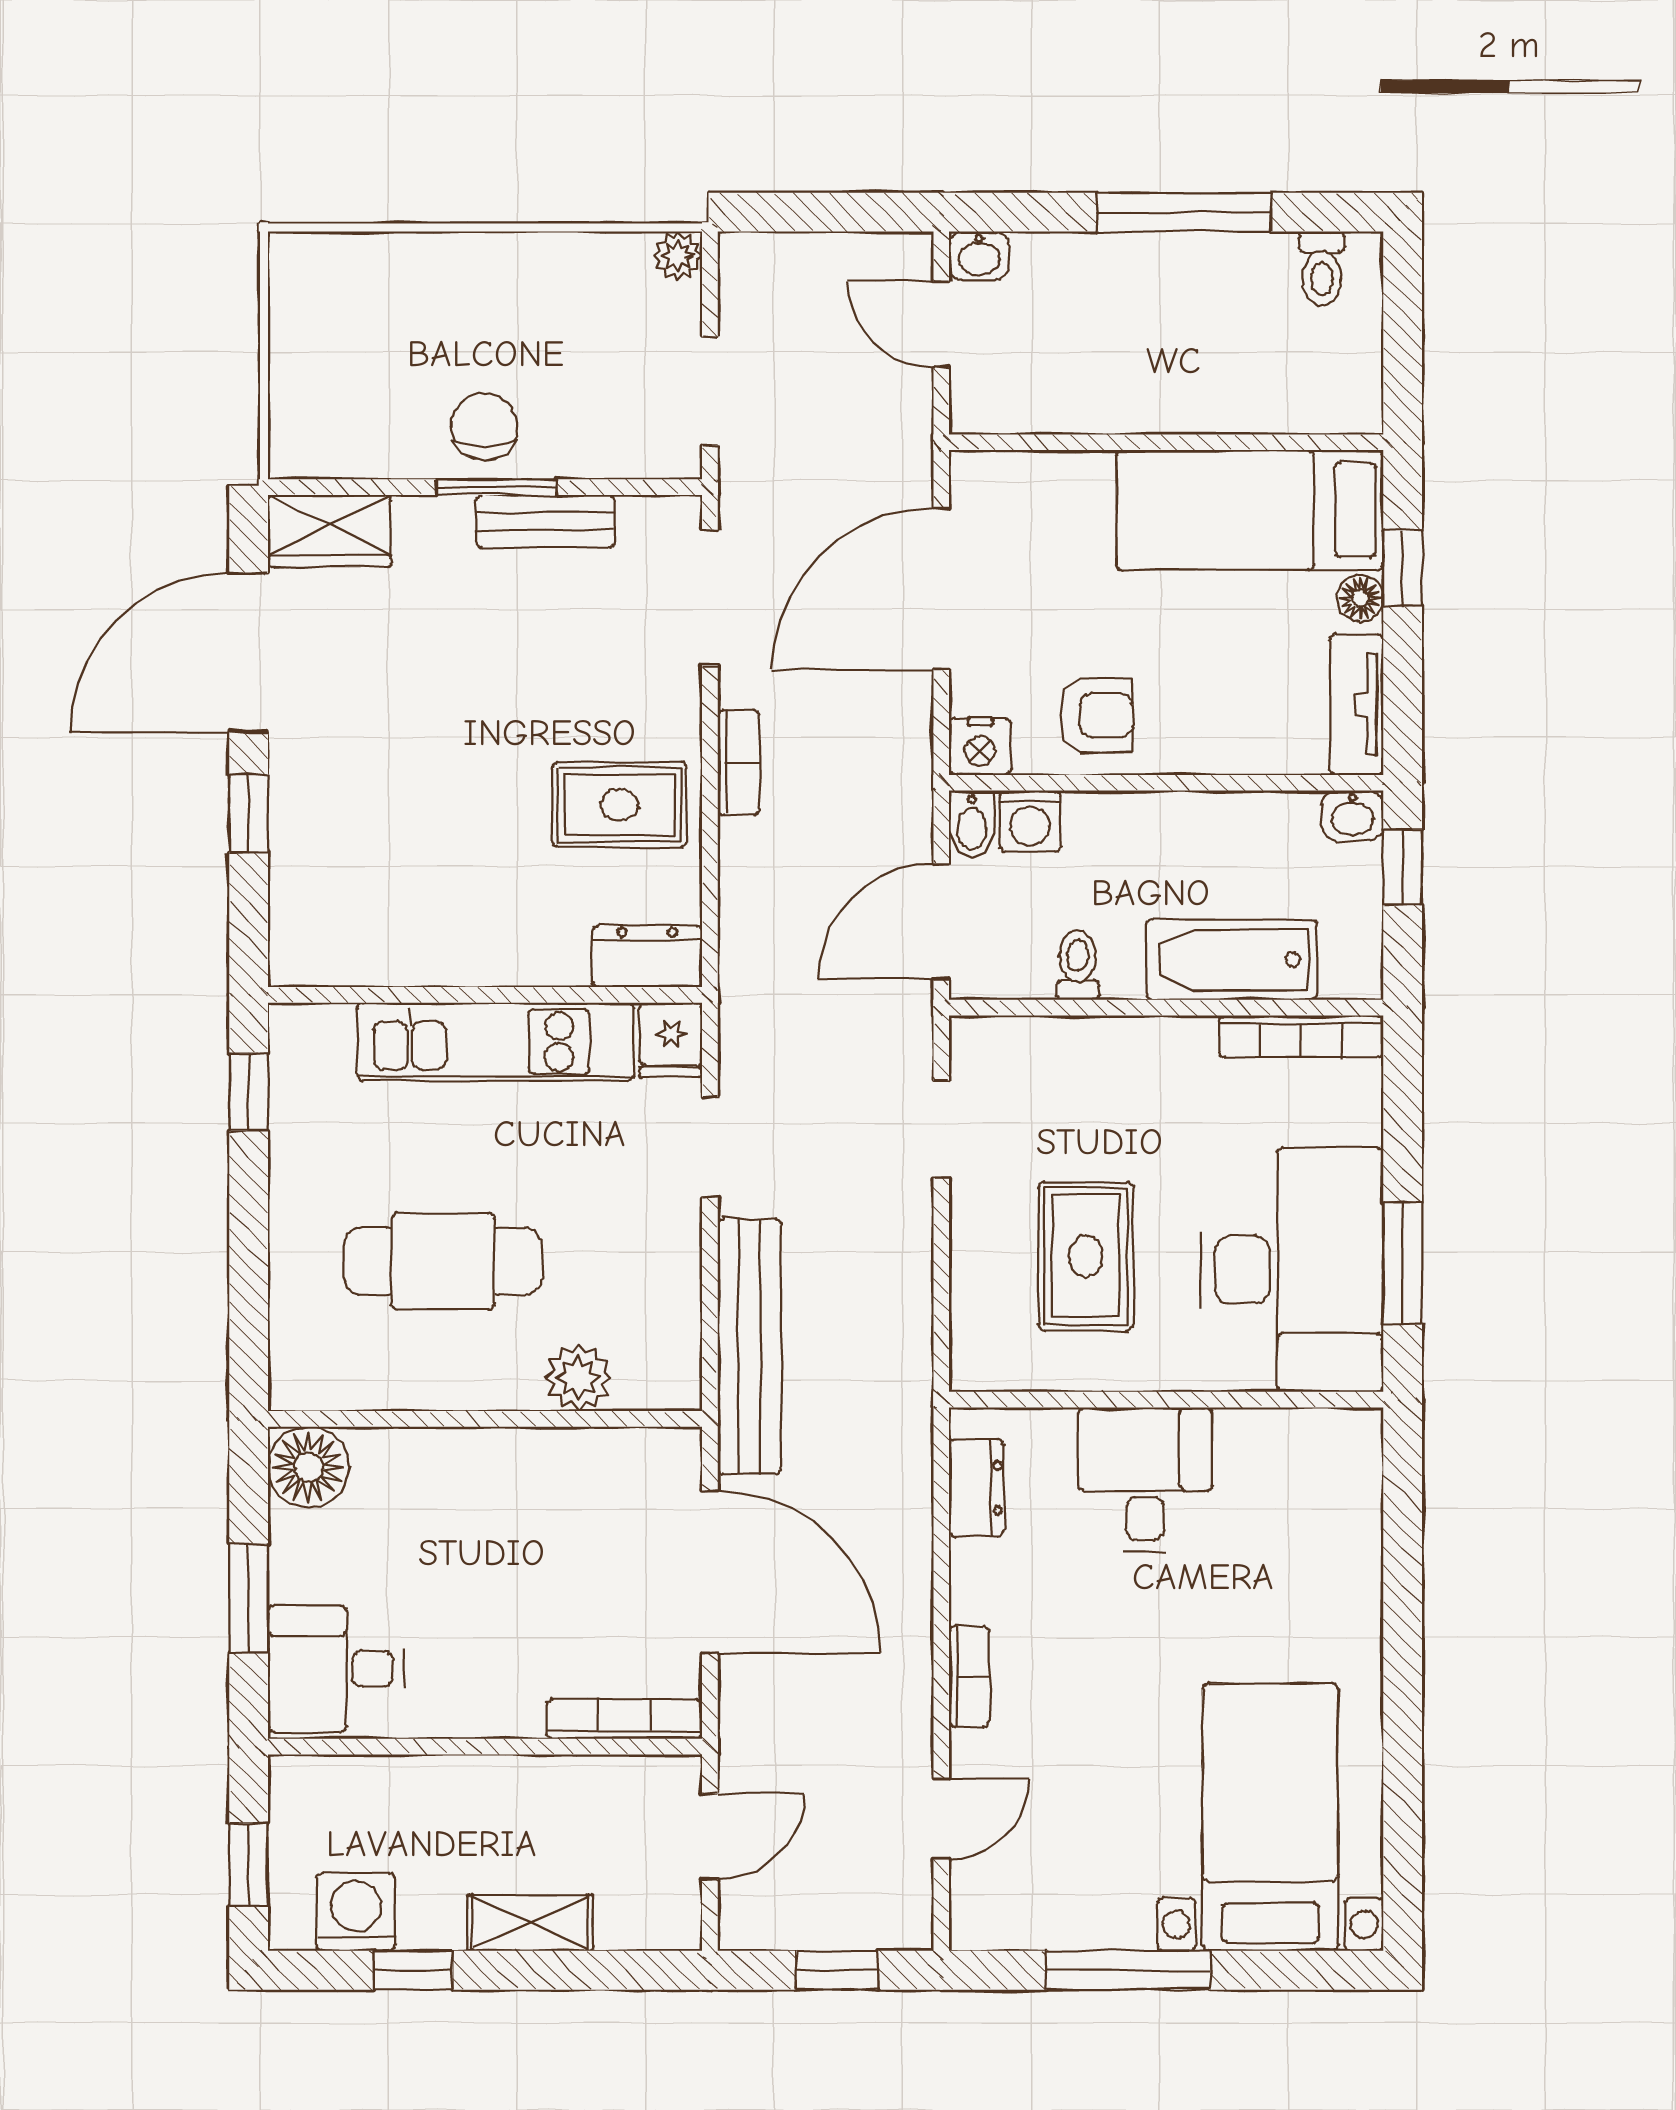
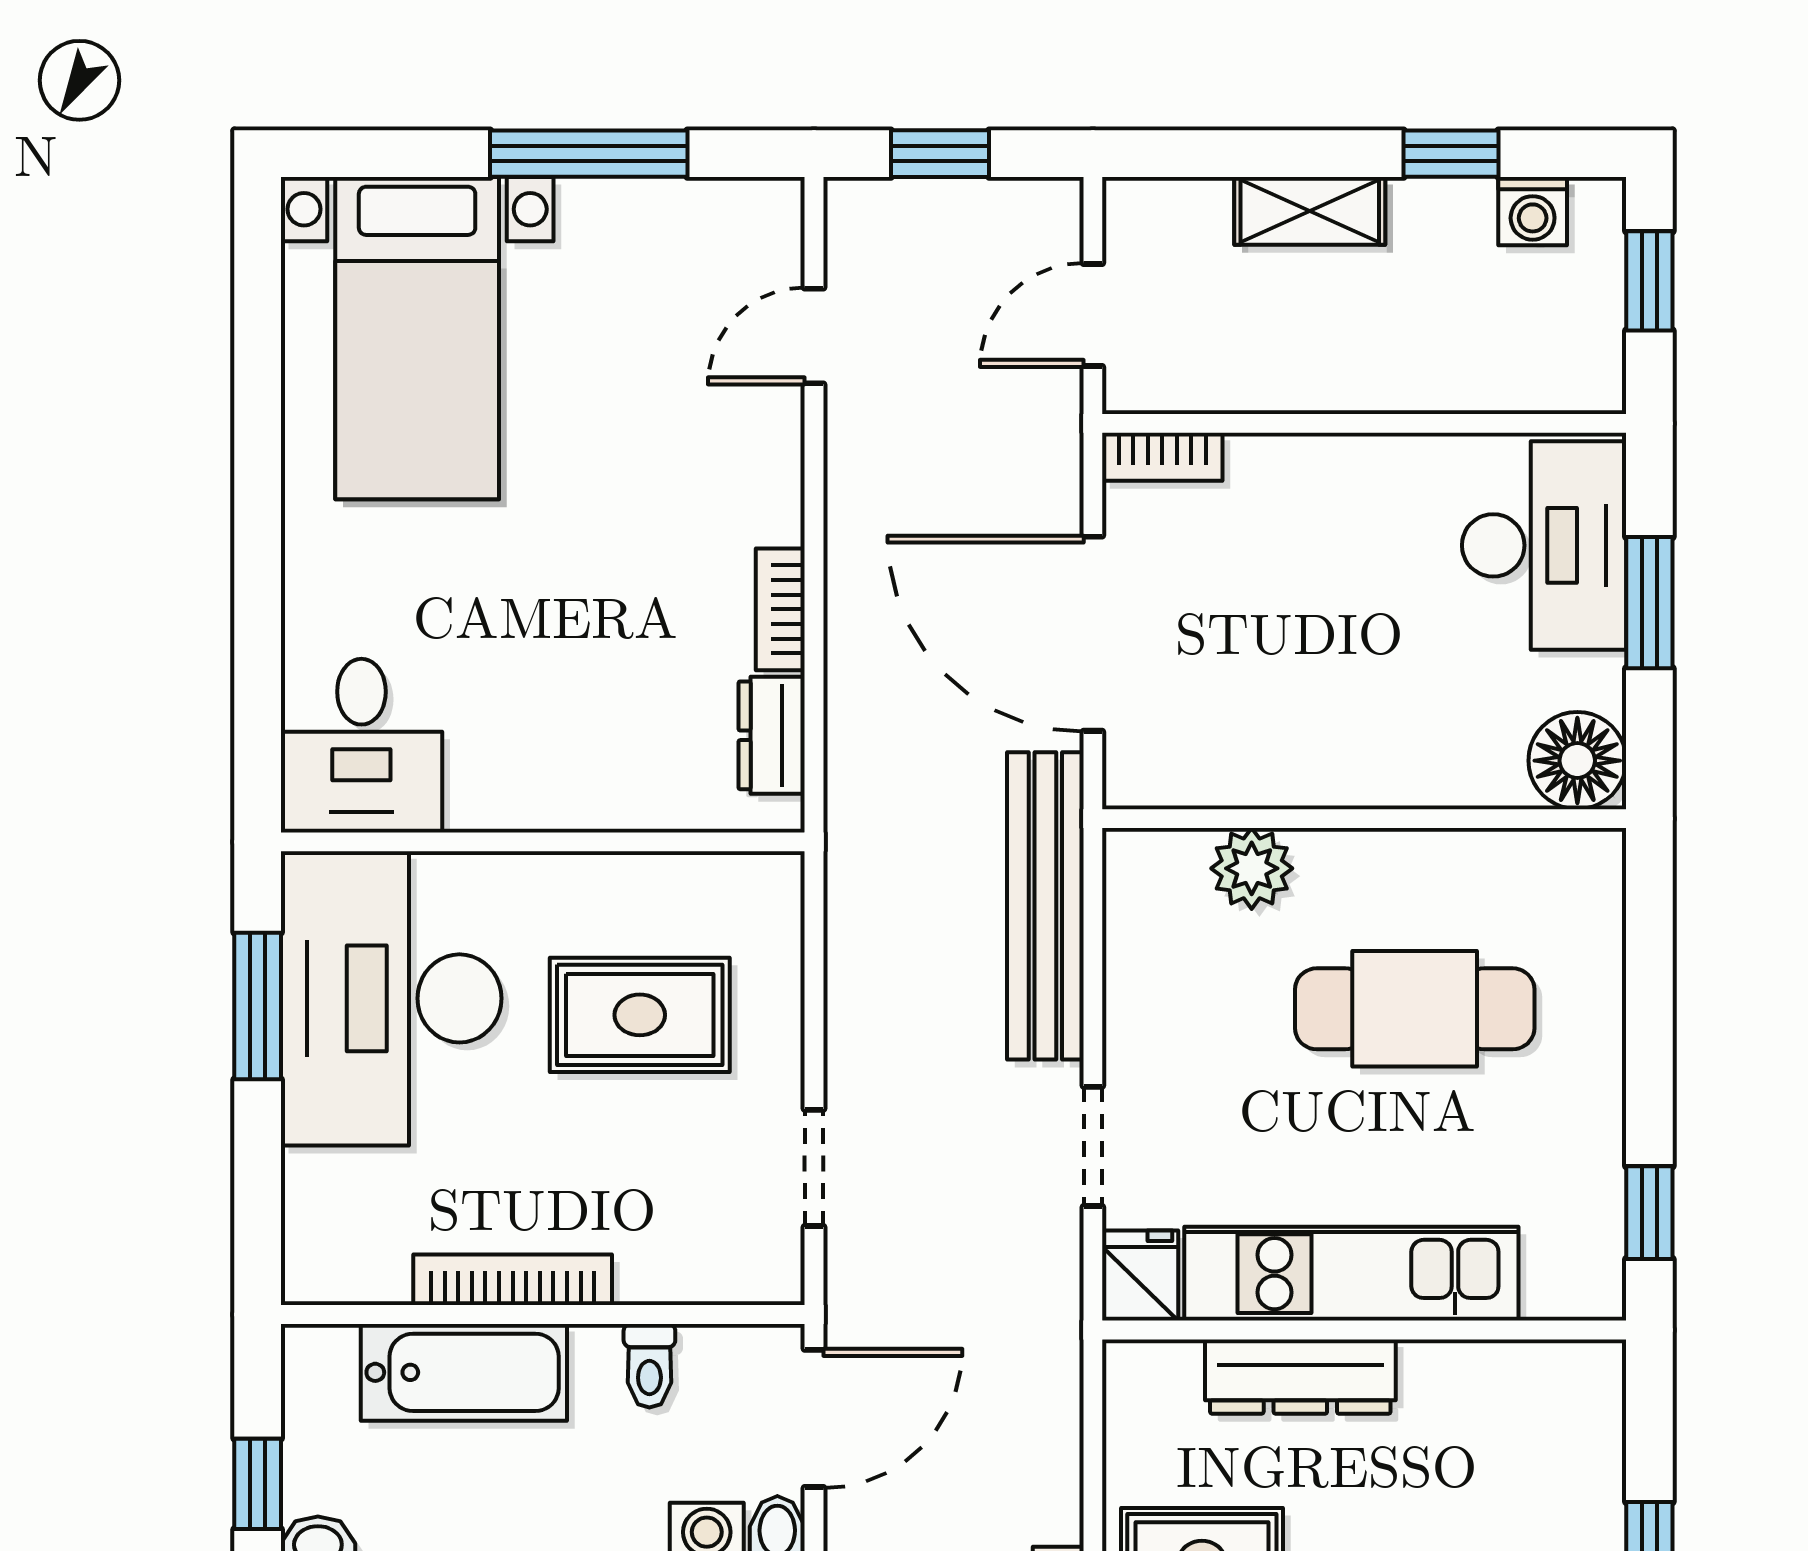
dresser: (647, 956) -> (1300, 1377), moved, width x1.44
bookcase: (1301, 1036) -> (513, 1280), moved
rug: (1086, 1256) -> (640, 1015), turned 90
desk: (1145, 1479) -> (361, 746), moved
desk: (336, 1669) -> (1544, 545), width x1.37
bookcase: (969, 1676) -> (780, 609), moved
bookcase: (624, 1719) -> (1162, 457), width x0.64
washing machine: (356, 1912) -> (1533, 211), width x0.73, depth x0.73

